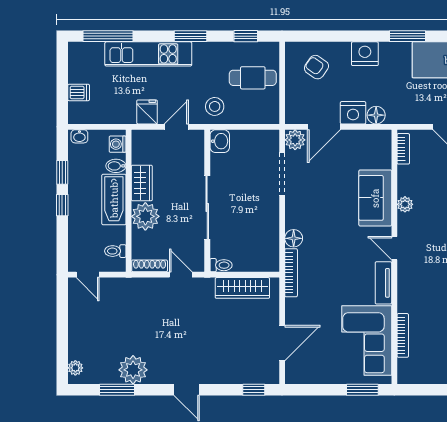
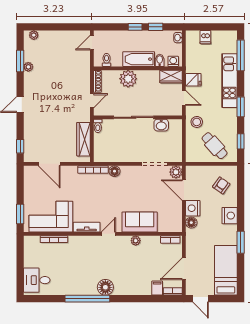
cafe table: (253, 78) -> (215, 146), turned -42
washbasin: (220, 141) -> (161, 125), moved
wardrobe: (142, 183) -> (171, 77), moved
plant: (133, 370) -> (28, 67), width x0.53, depth x0.53

